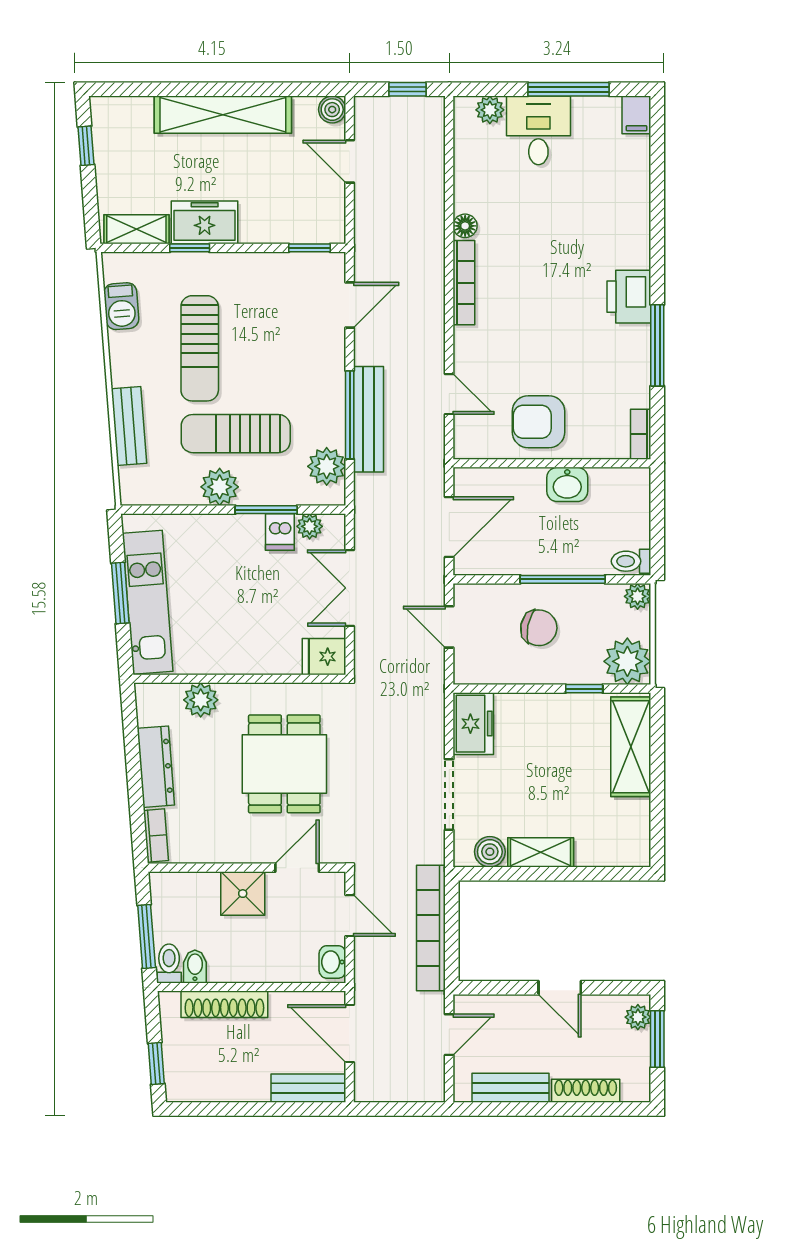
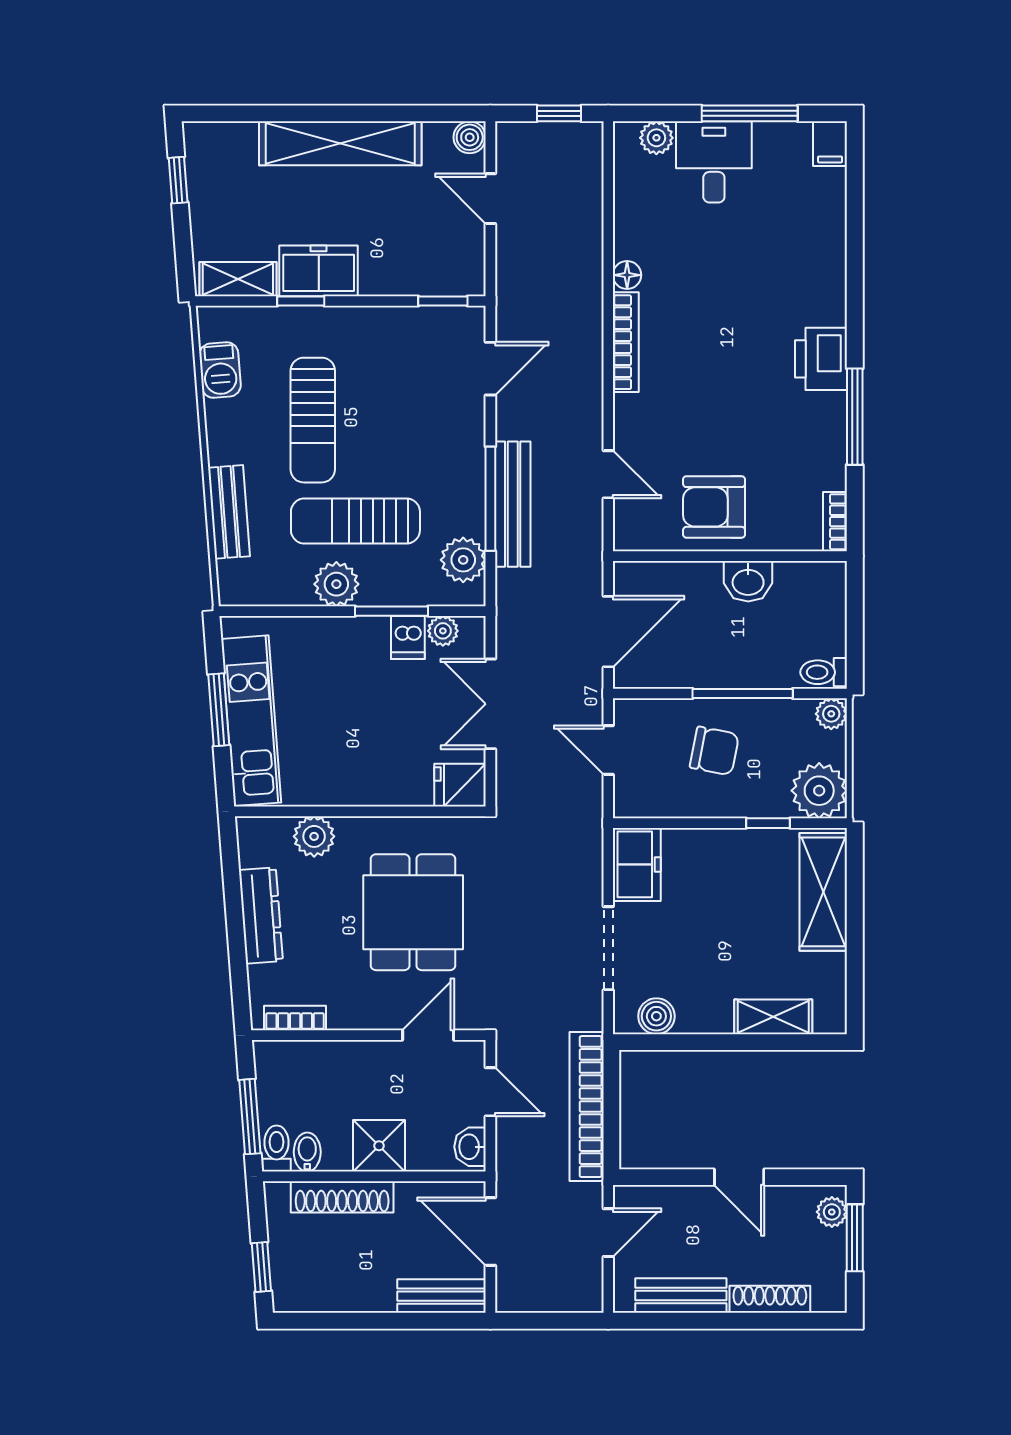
bookcase: (156, 835) -> (295, 1018), moved, turned -86
shelving: (541, 852) -> (773, 1017), moved
shower: (243, 894) -> (379, 1146), moved

